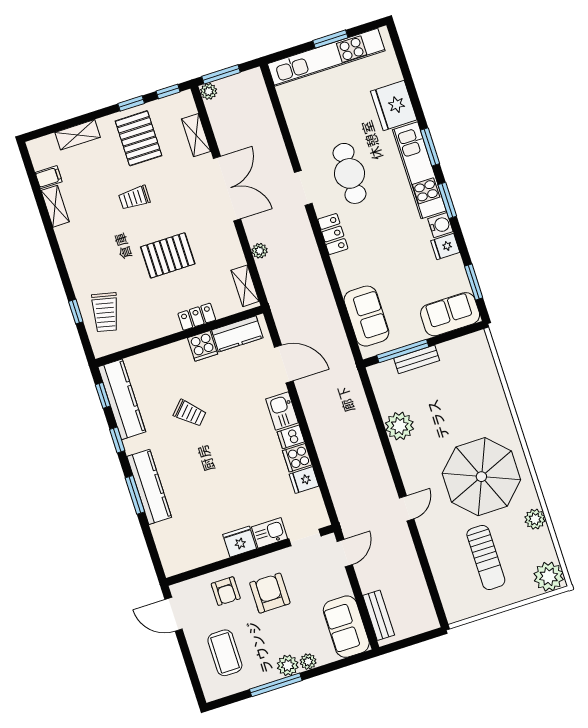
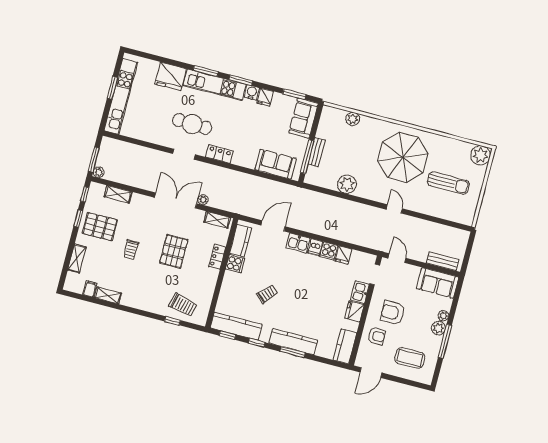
double door: (227, 189) -> (176, 201), moved
plant: (535, 519) -> (353, 119), moved
kitchen counter: (186, 559) -> (345, 346), added

